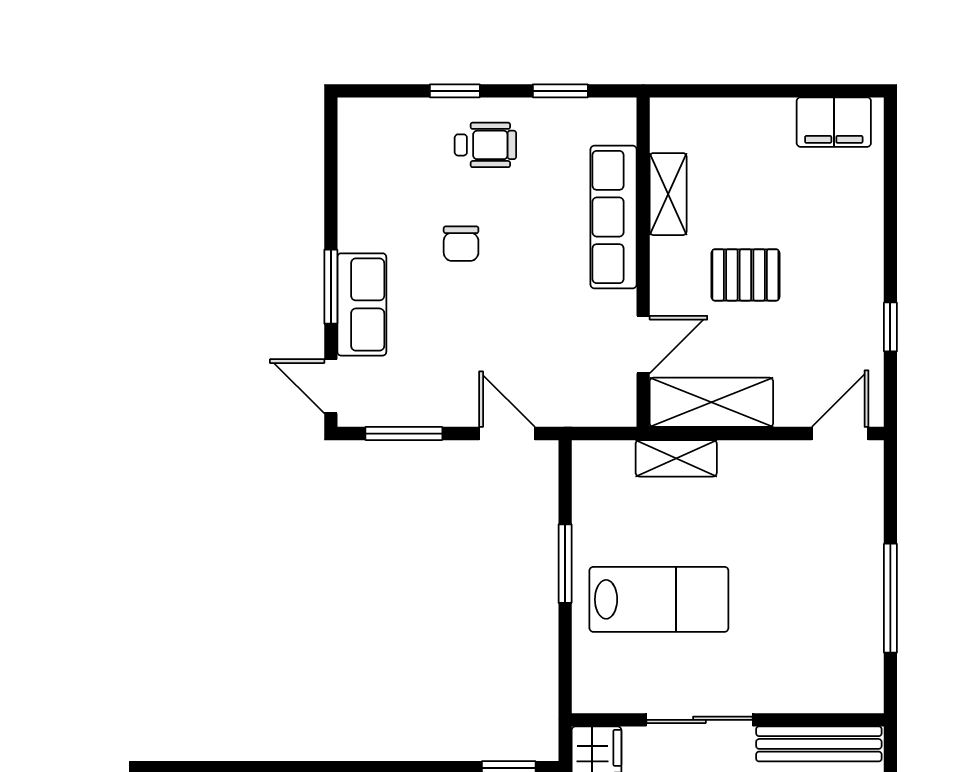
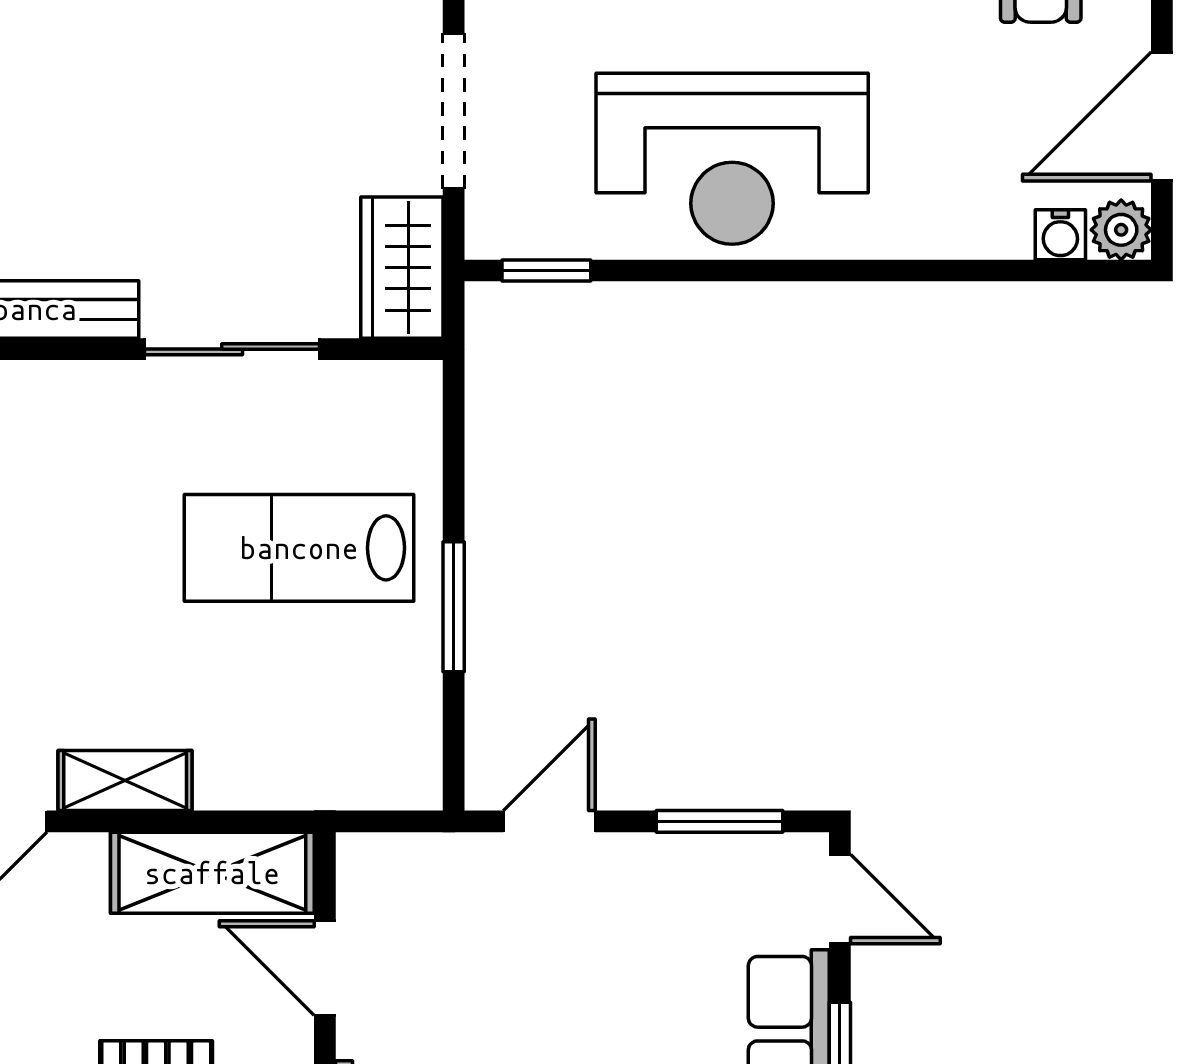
door: (643, 345) -> (325, 968), hinge flipped
door: (507, 434) -> (549, 821), swing flipped
shelving: (676, 458) -> (125, 780), moved

